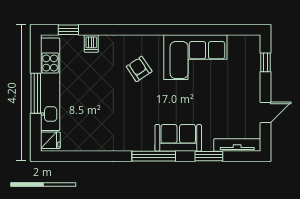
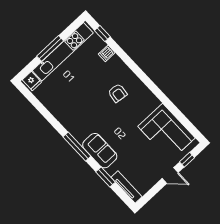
corner sofa: (195, 57) -> (166, 132), moved
armchair: (139, 69) -> (118, 93), turned 131
door: (266, 113) -> (170, 175), moved

